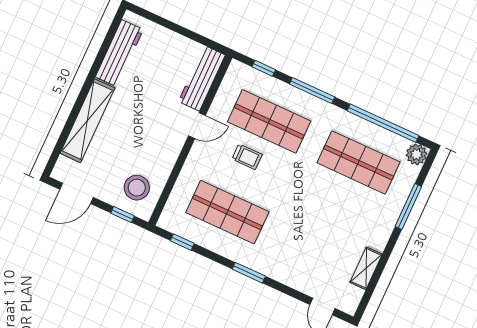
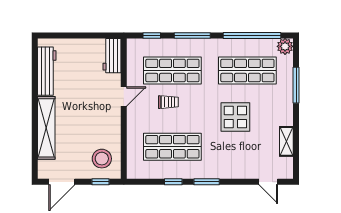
workbench: (202, 78) -> (112, 56), width x0.73
display table: (319, 211) -> (235, 117), added
window: (182, 242) -> (173, 182), moved

